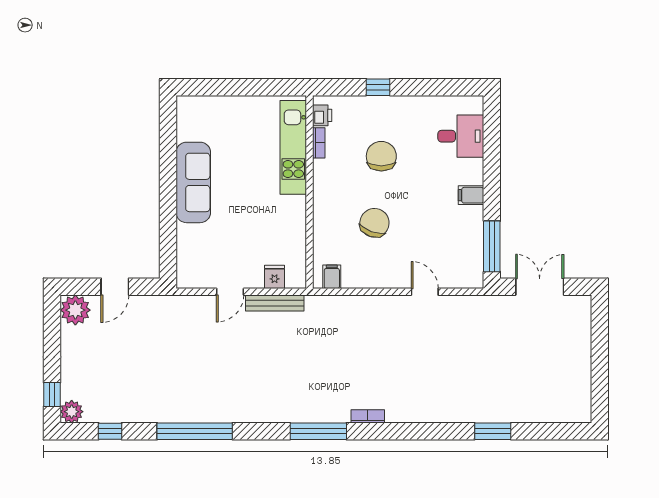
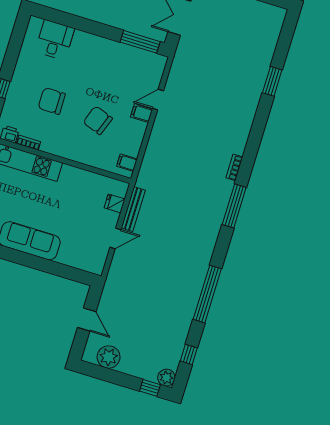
filing cabinet: (471, 195) -> (141, 113), moved, turned 90
door: (230, 292) -> (115, 238), hinge flipped
plant: (75, 310) -> (109, 357), moved

